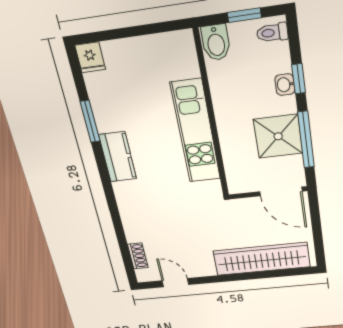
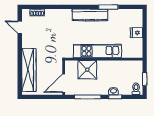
bidet: (216, 42) -> (135, 66), removed
fridge: (90, 57) -> (137, 33), moved
shower: (278, 136) -> (87, 70), moved
kitchen counter: (118, 157) -> (90, 15), width x1.50
door: (175, 283) -> (20, 27), swing flipped

